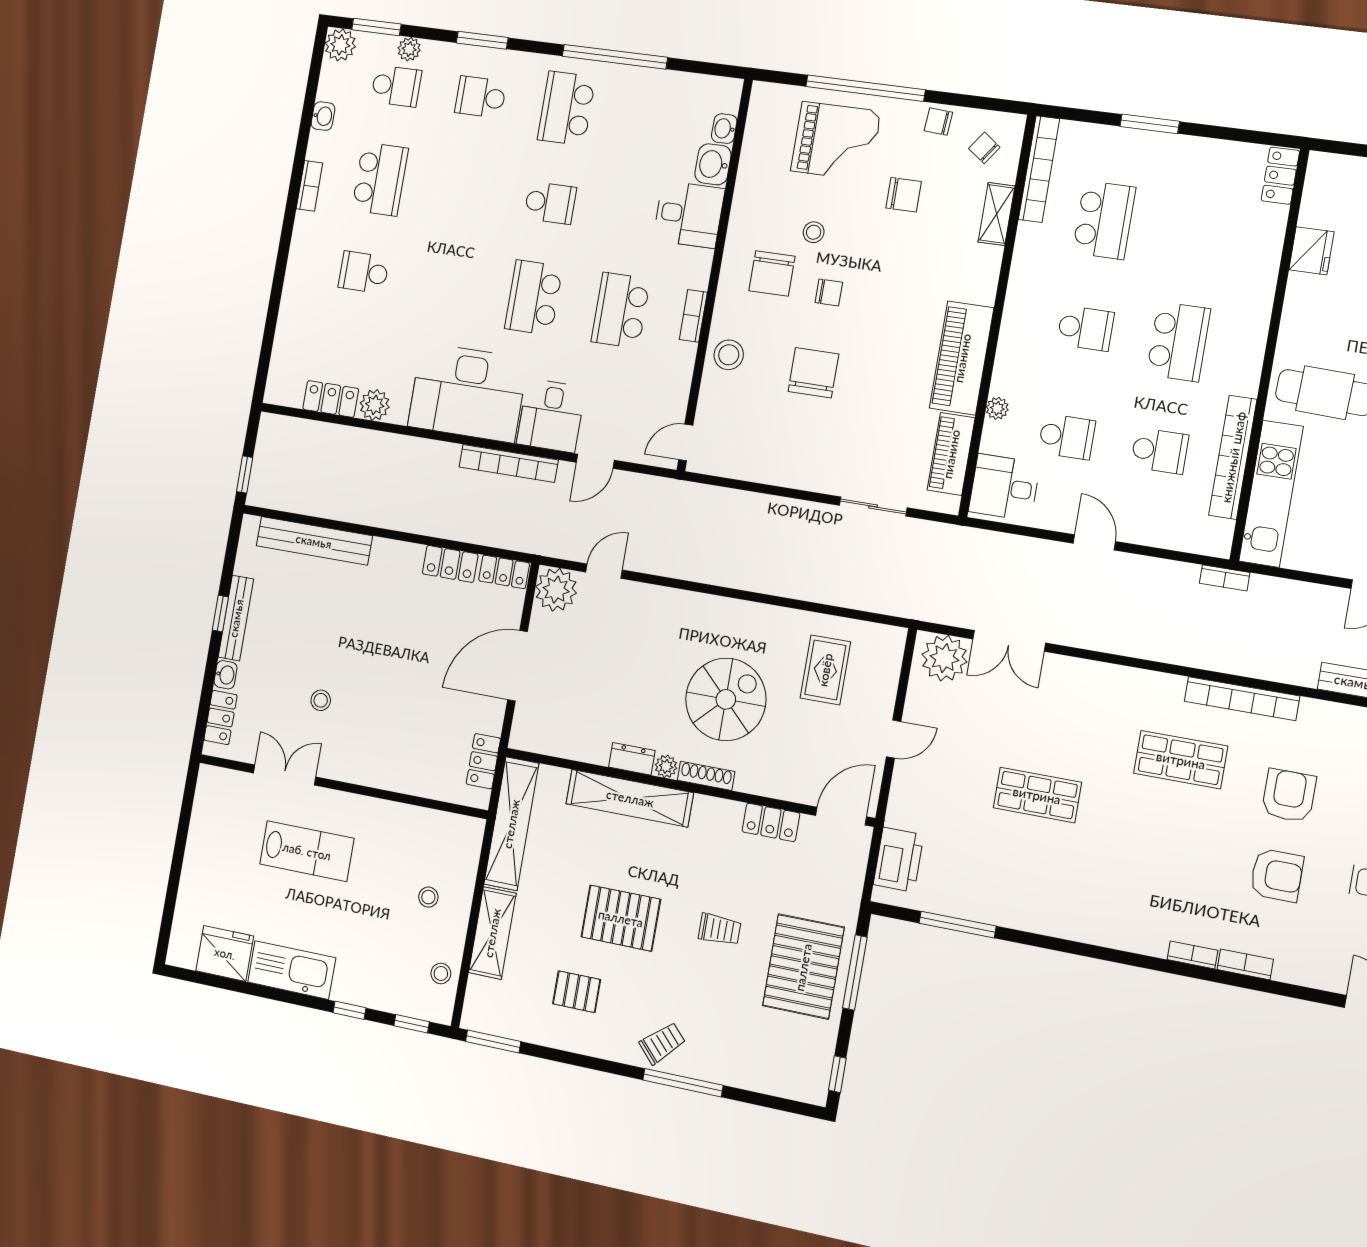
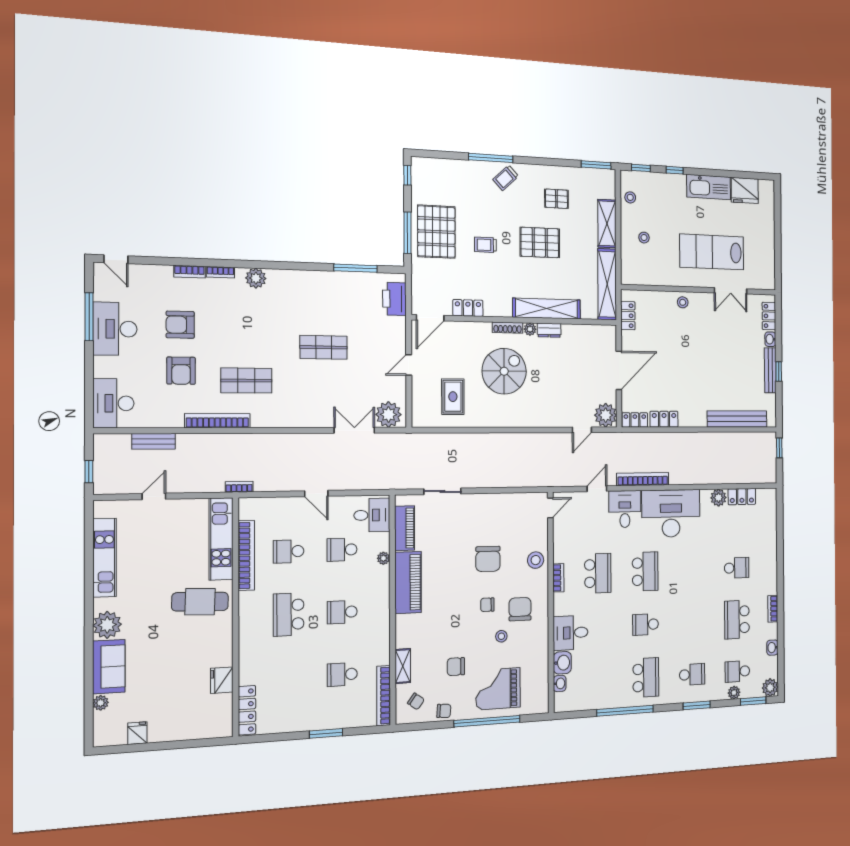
locker: (1280, 176) -> (247, 710), width x1.53
school desk: (1104, 220) -> (342, 674), width x0.54
spiral stairs: (726, 699) -> (504, 371), turned 180
stool: (321, 700) -> (683, 302), moved
lab bench: (307, 851) -> (712, 252), width x1.36, depth x1.39
plant: (1134, 935) -> (256, 278), added

